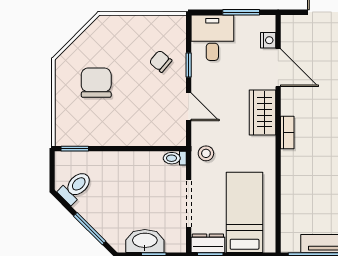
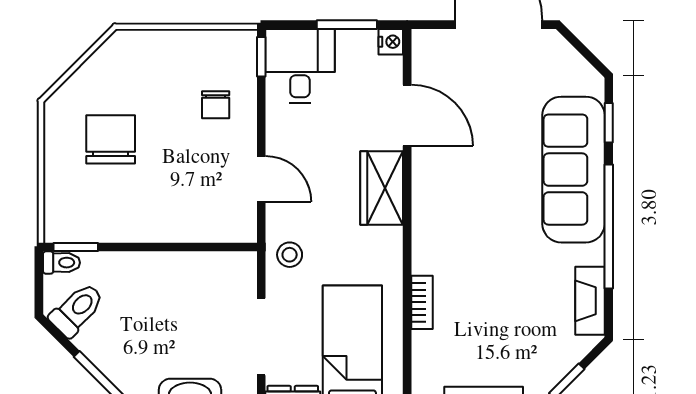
nightstand: (268, 40) -> (391, 42), moved
chair: (161, 61) -> (216, 105), turned -130
window: (189, 65) -> (261, 57), moved
bookcase: (287, 133) -> (422, 302), moved
toilet: (175, 158) -> (61, 263), moved, turned 180

